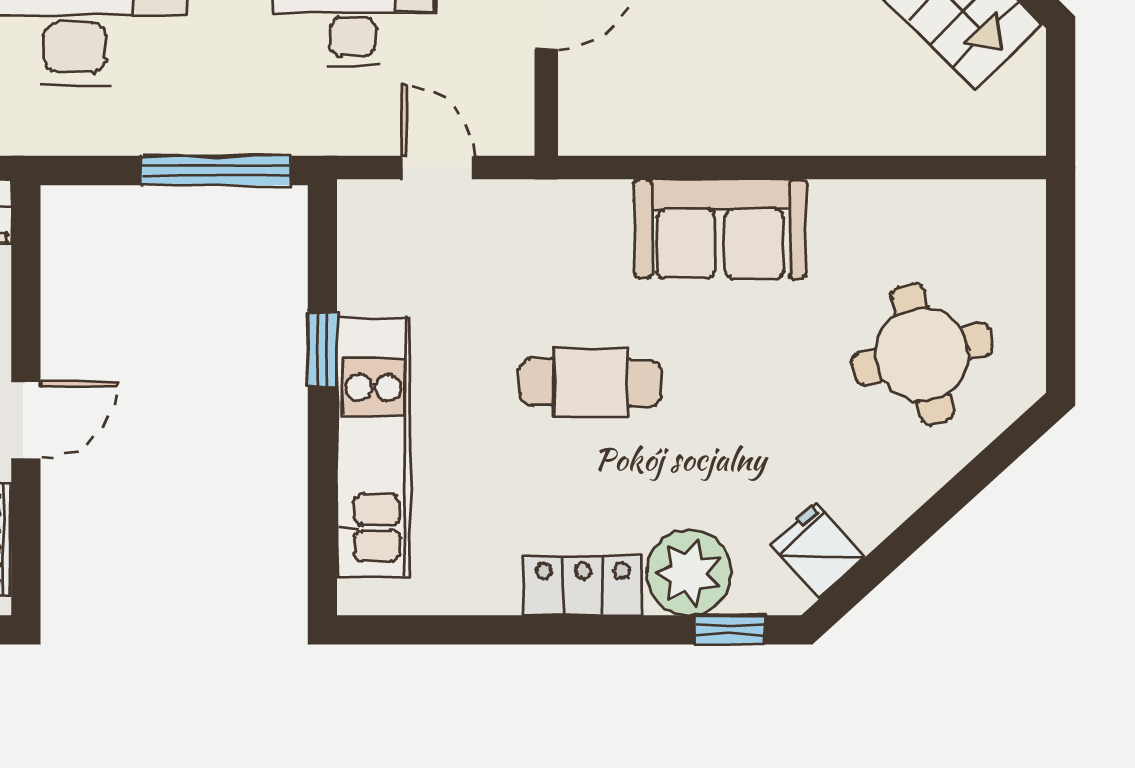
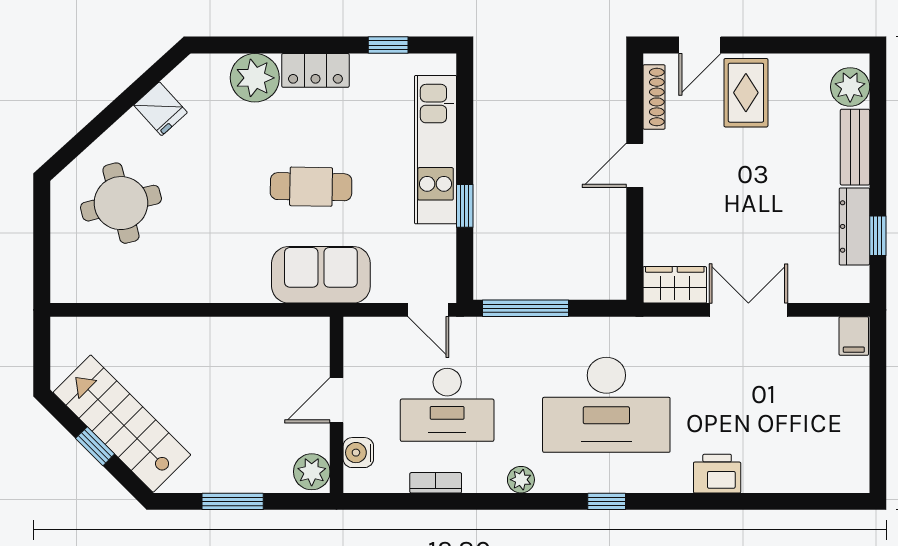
door: (438, 168) -> (428, 310), moved
sofa: (720, 229) -> (321, 275), moved
fridge: (818, 551) -> (161, 109), moved
window: (730, 630) -> (388, 45), moved

